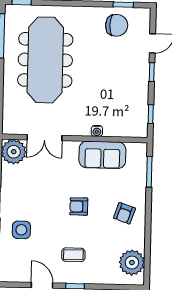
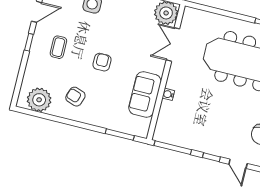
window: (151, 114) -> (173, 148), width x2.17
armchair: (124, 213) -> (75, 97), moved

